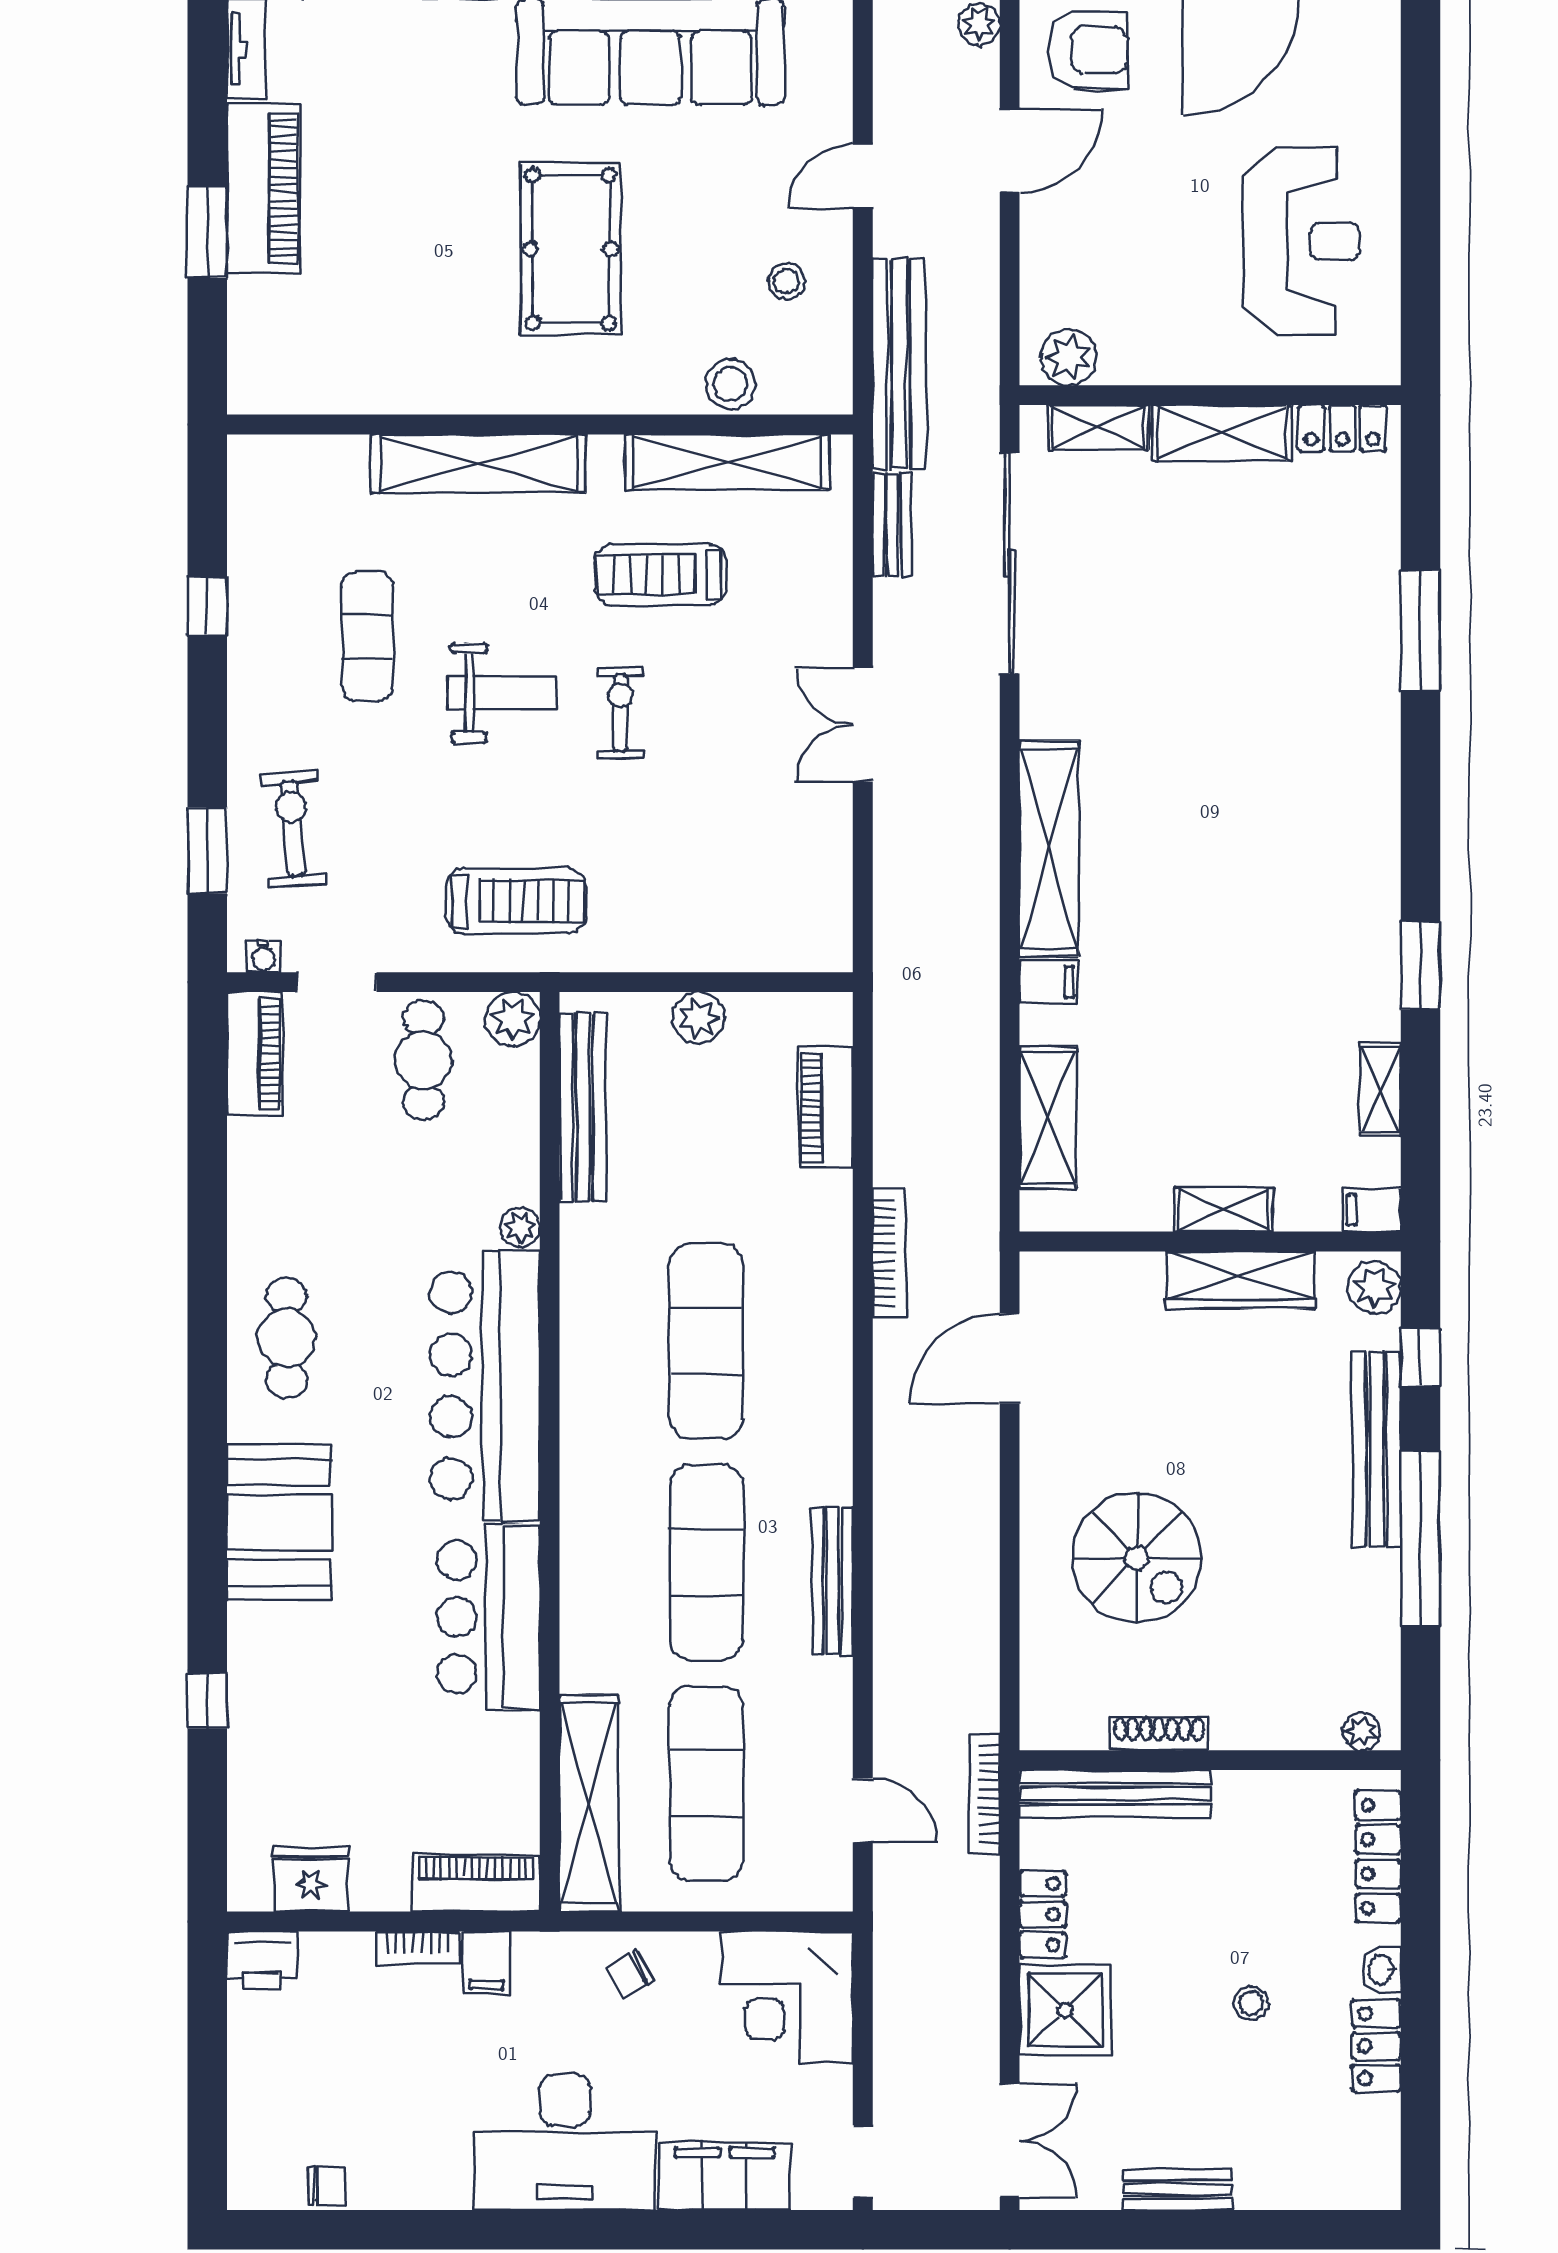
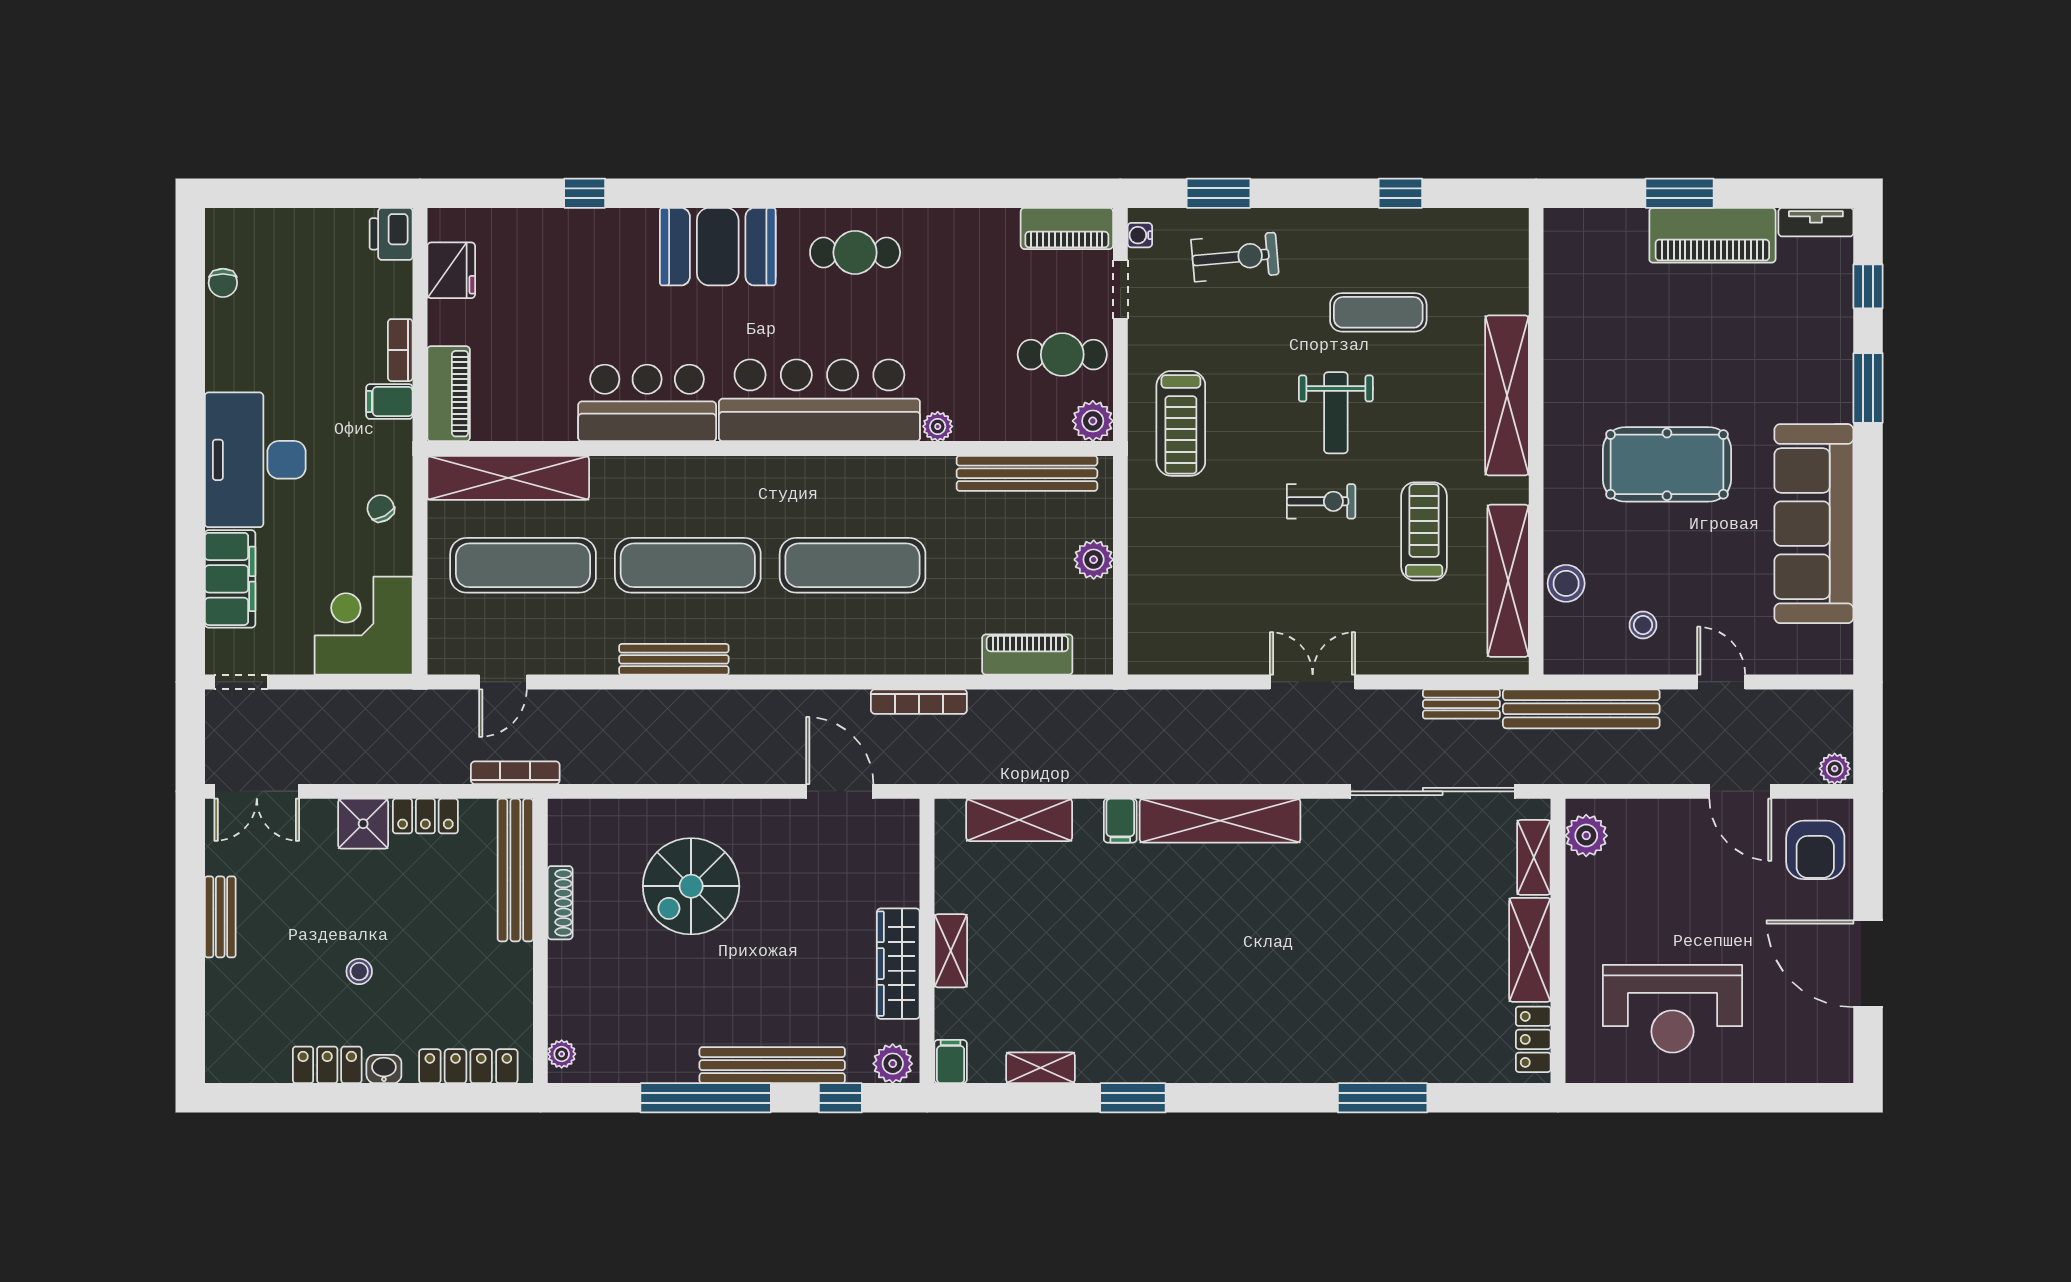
shower: (1065, 2010) -> (363, 824), width x0.73, depth x0.73

